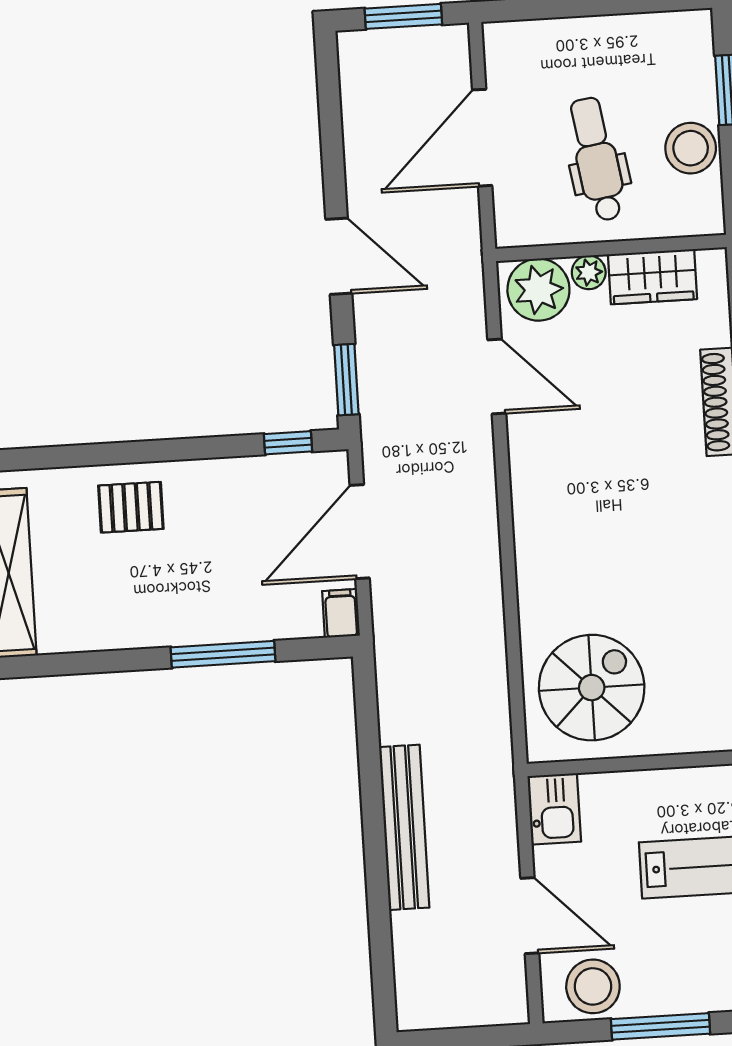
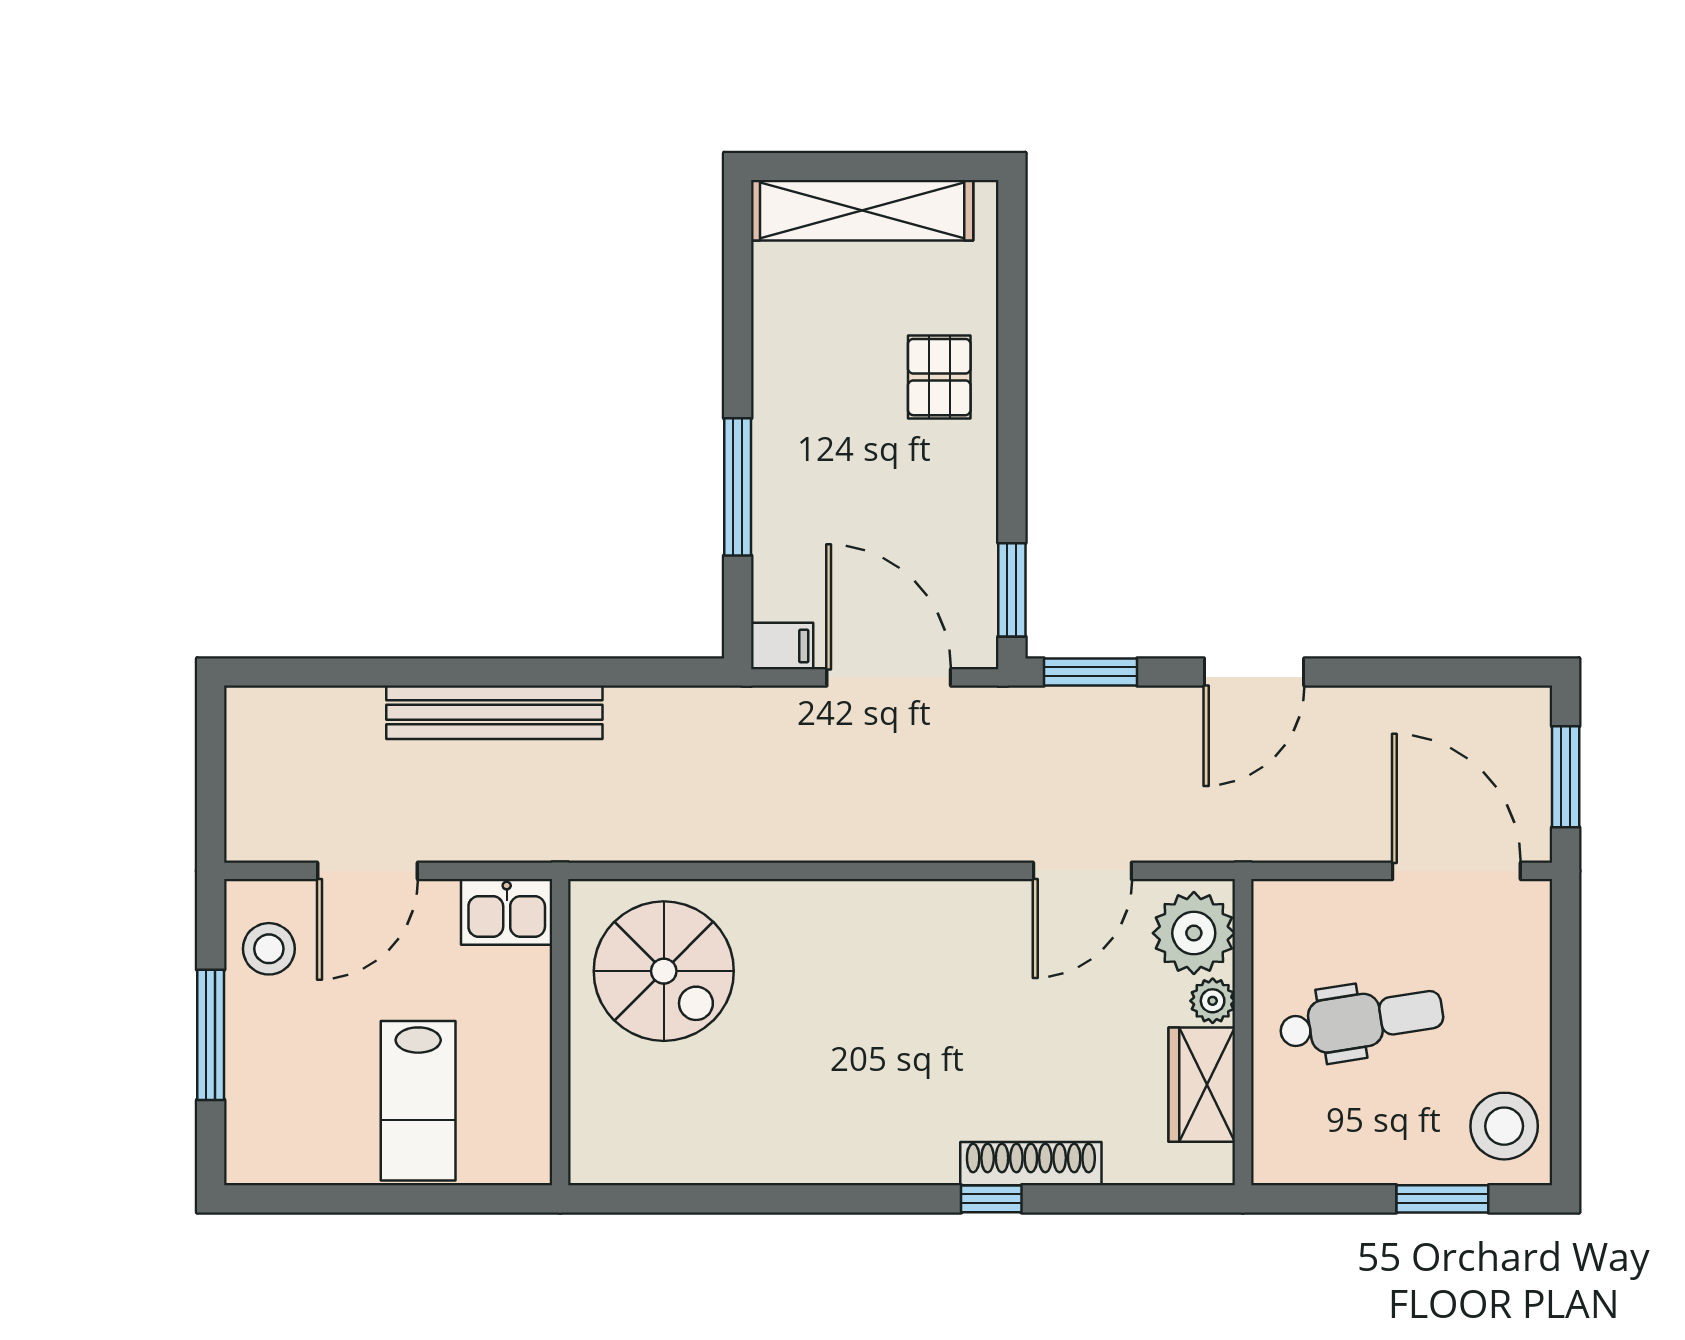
door: (482, 138) -> (1456, 871), moved
stool: (691, 148) -> (1504, 1126), moved
window: (288, 443) -> (1012, 590), width x1.50
stool: (593, 986) -> (269, 949), width x0.73, depth x0.73

